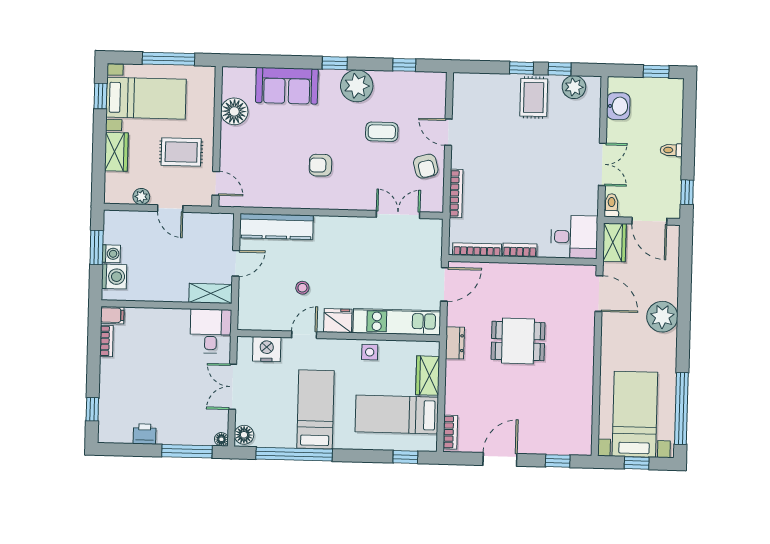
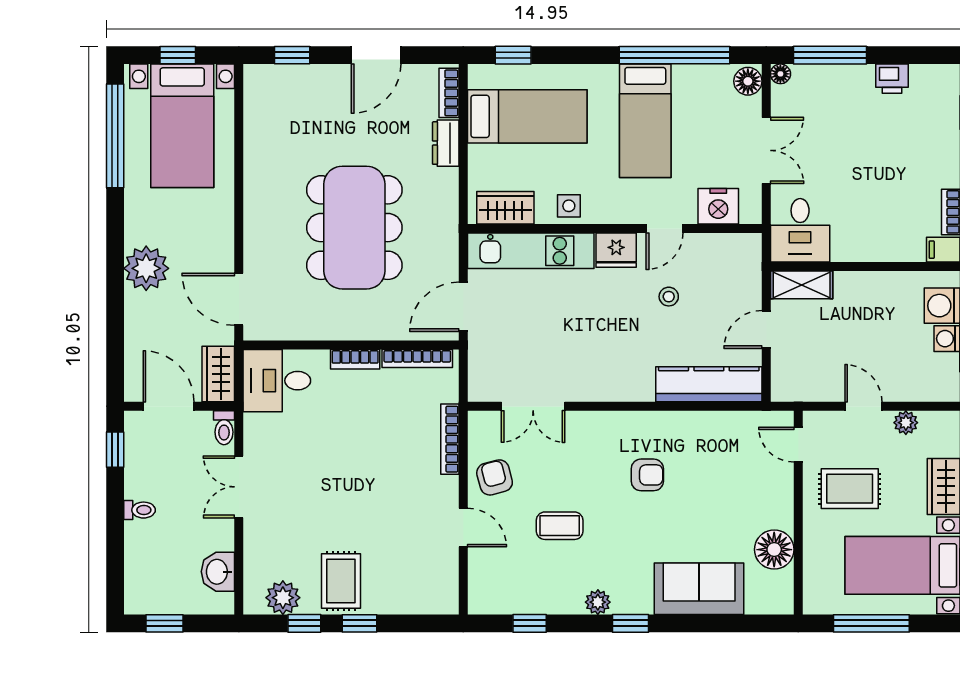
plant: (357, 86) -> (598, 602), width x0.53, depth x0.53
dining table: (518, 341) -> (354, 228), width x1.87, depth x1.24
dresser: (455, 343) -> (446, 143), moved
wardrobe: (428, 376) -> (505, 208), moved, turned -90

